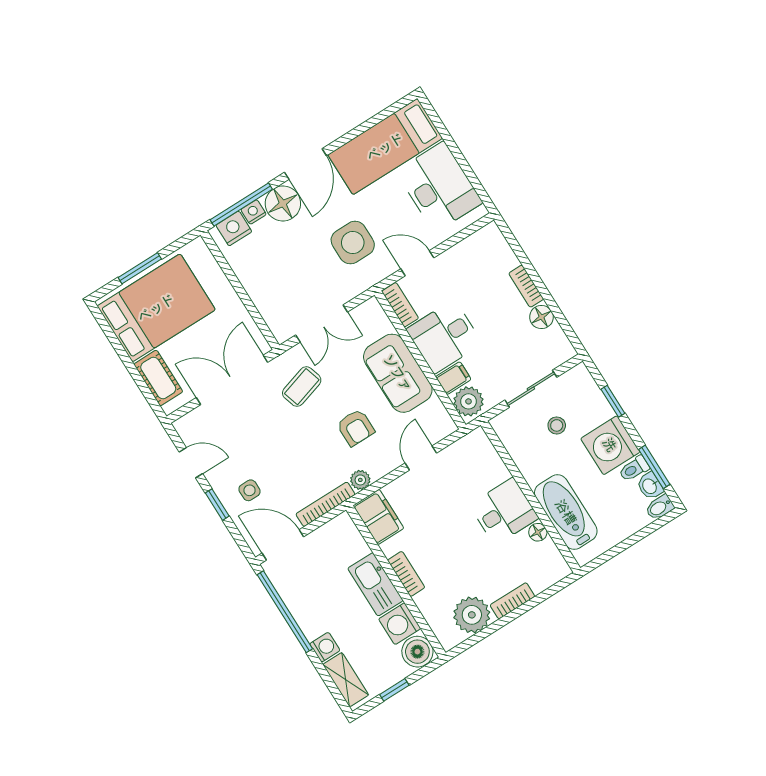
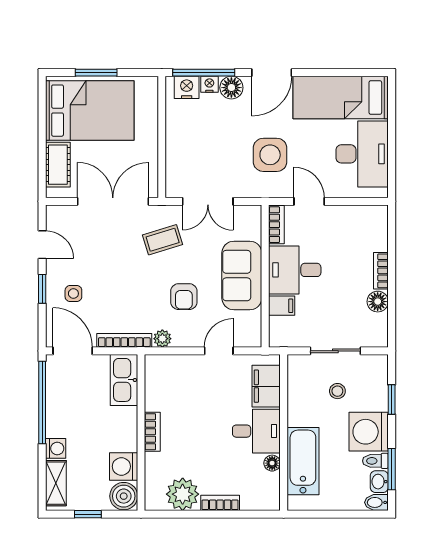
floor lamp: (283, 204) -> (231, 88), width x0.73, depth x0.73
plant: (468, 401) -> (282, 331), removed
filing cabinet: (378, 517) -> (266, 386), moved, turned 180
kitchen sink: (375, 584) -> (124, 380), moved

